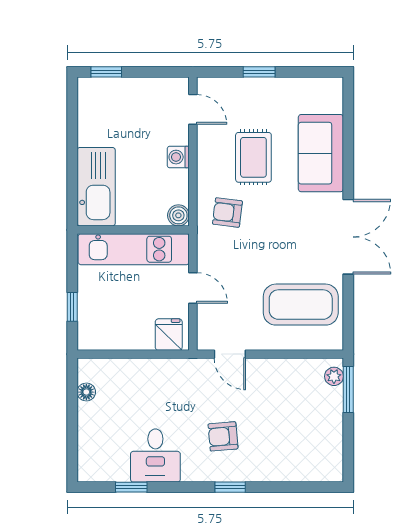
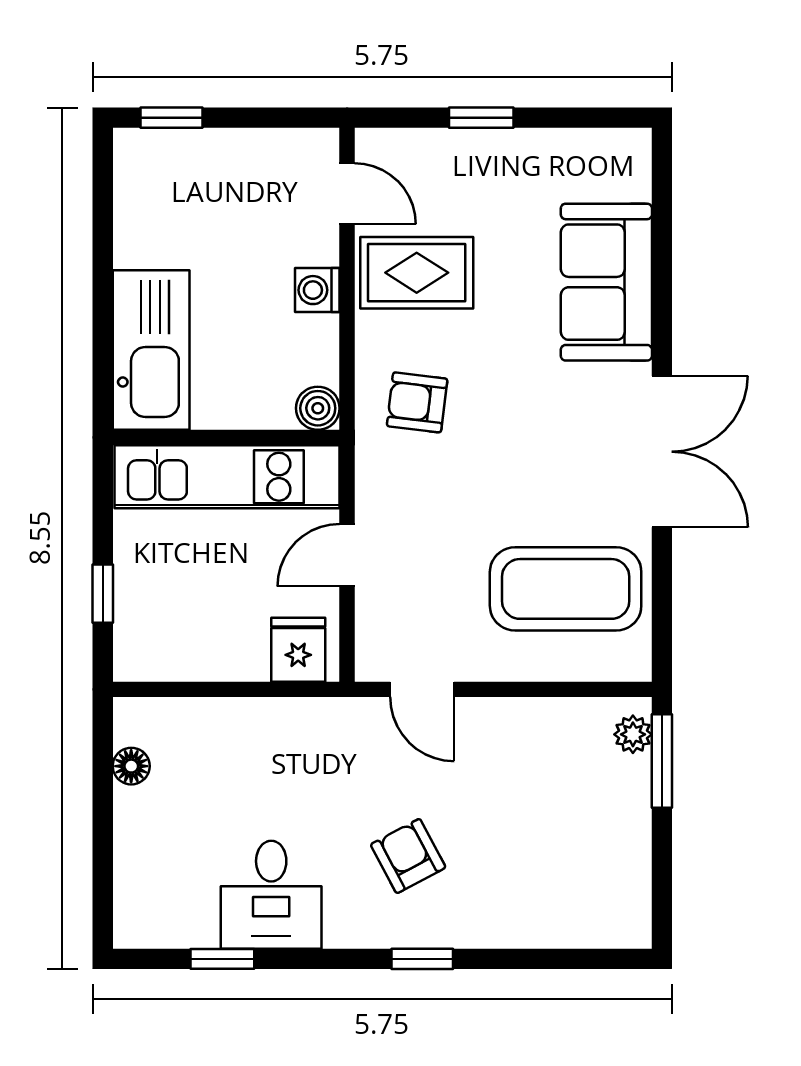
rug: (253, 157) -> (417, 273), moved, turned 90
door: (193, 288) -> (347, 555), swing flipped
armchair: (223, 436) -> (408, 856), turned 67

